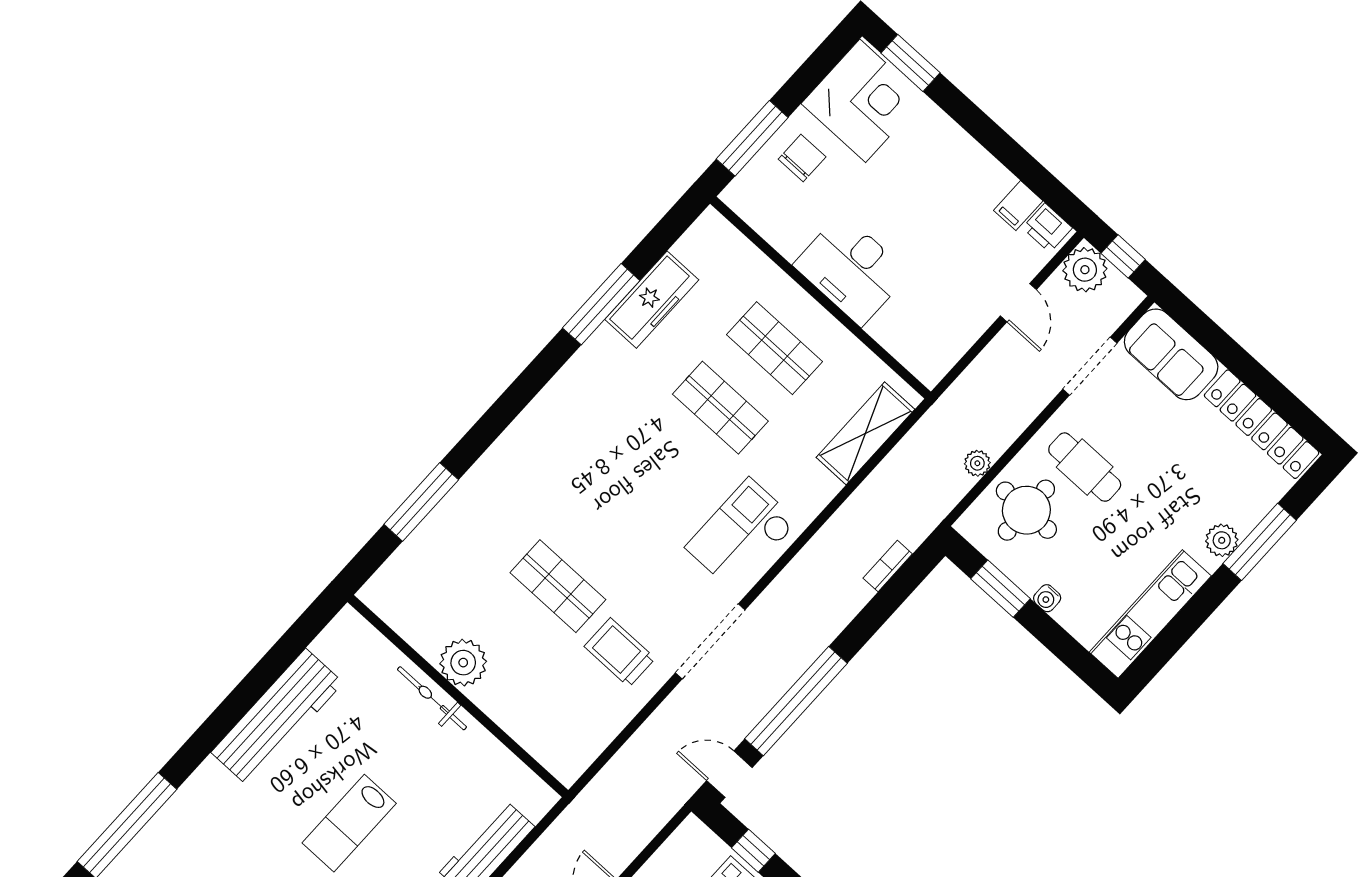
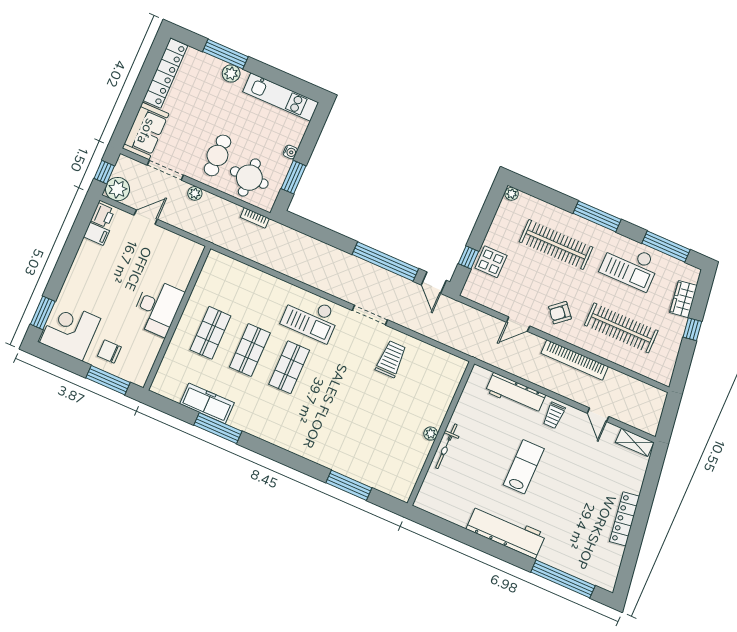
shelving: (865, 433) -> (238, 272), removed
plant: (977, 463) -> (195, 193), moved
bookcase: (888, 566) -> (255, 218), moved
shop shelf: (558, 586) -> (289, 367), moved
doorway: (710, 641) -> (370, 315), width x0.73
trolley: (620, 652) -> (391, 359), turned 180
plant: (463, 663) -> (431, 434), width x0.53, depth x0.53
workbench: (277, 718) -> (506, 532), moved
lab bench: (349, 823) -> (524, 467), turned -90

